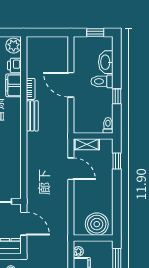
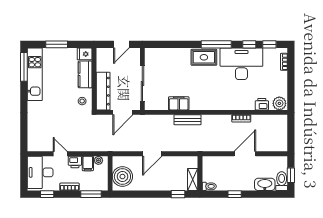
toilet: (102, 81) -> (282, 181), moved
filing cabinet: (13, 85) -> (179, 103), moved
bench: (32, 116) -> (187, 120), moved
shelving: (87, 144) -> (193, 179), moved
door: (71, 169) -> (152, 154), moved

